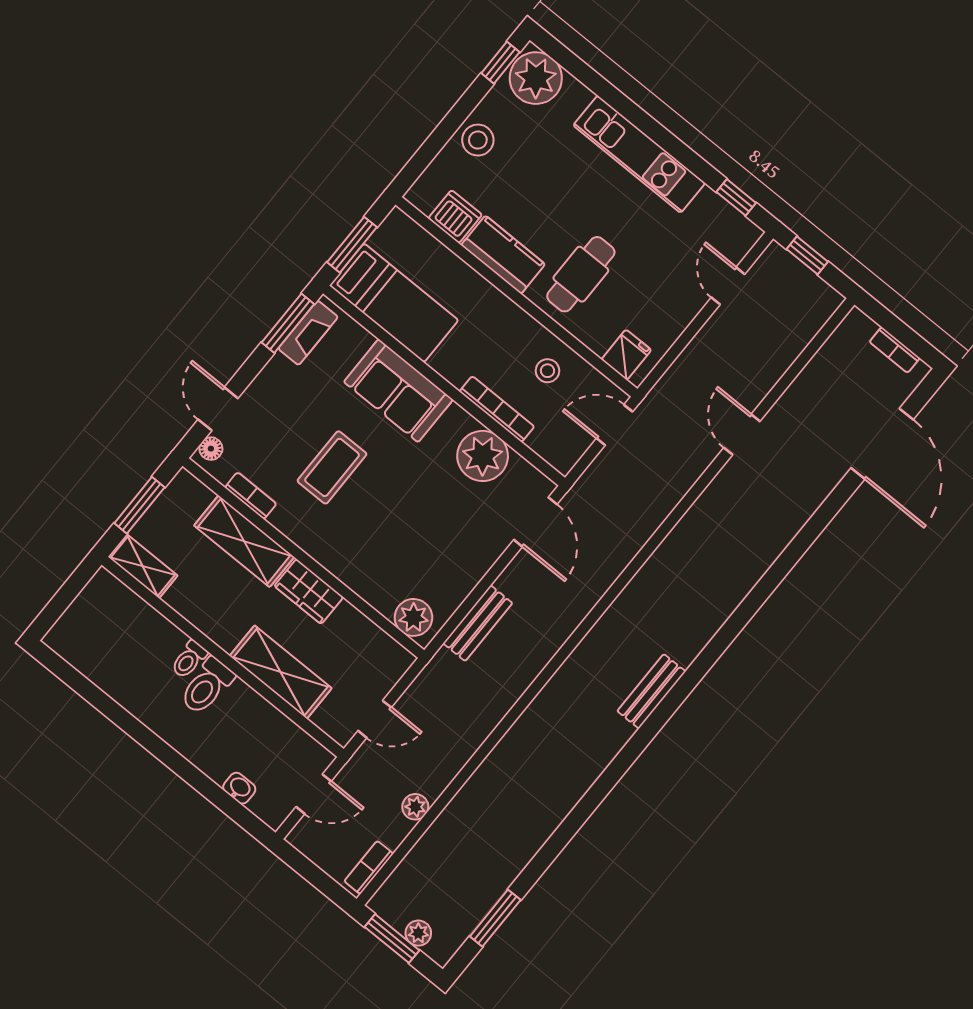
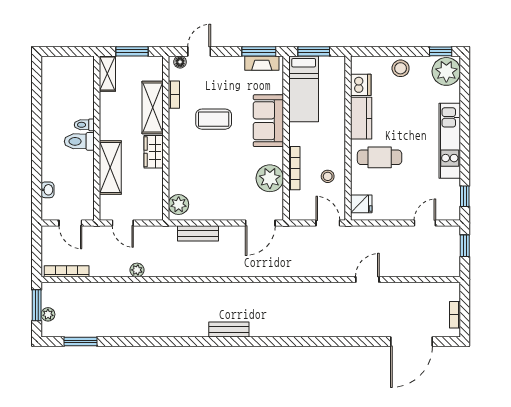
plant: (415, 807) -> (137, 270), moved
bookcase: (369, 867) -> (67, 271), width x1.56

